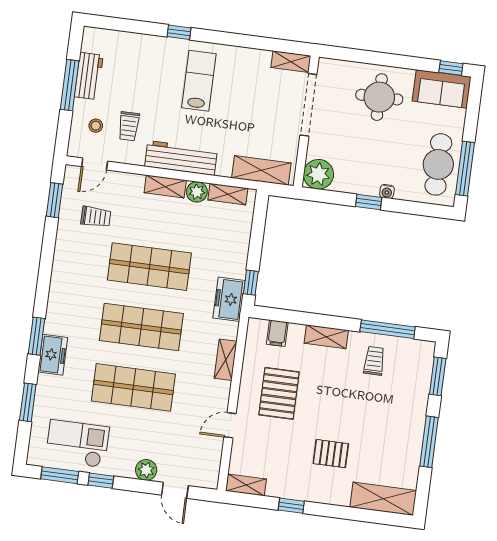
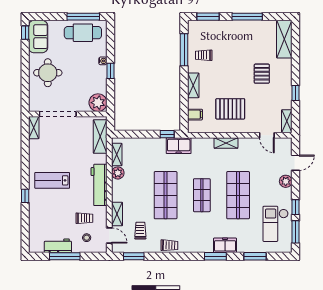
shelving: (165, 186) -> (117, 214), moved
trolley: (65, 262) -> (169, 245), added
shop shelf: (141, 327) -> (202, 195), width x0.70, depth x0.74
shelving: (226, 360) -> (226, 143), moved
door: (230, 425) -> (267, 135), moved

